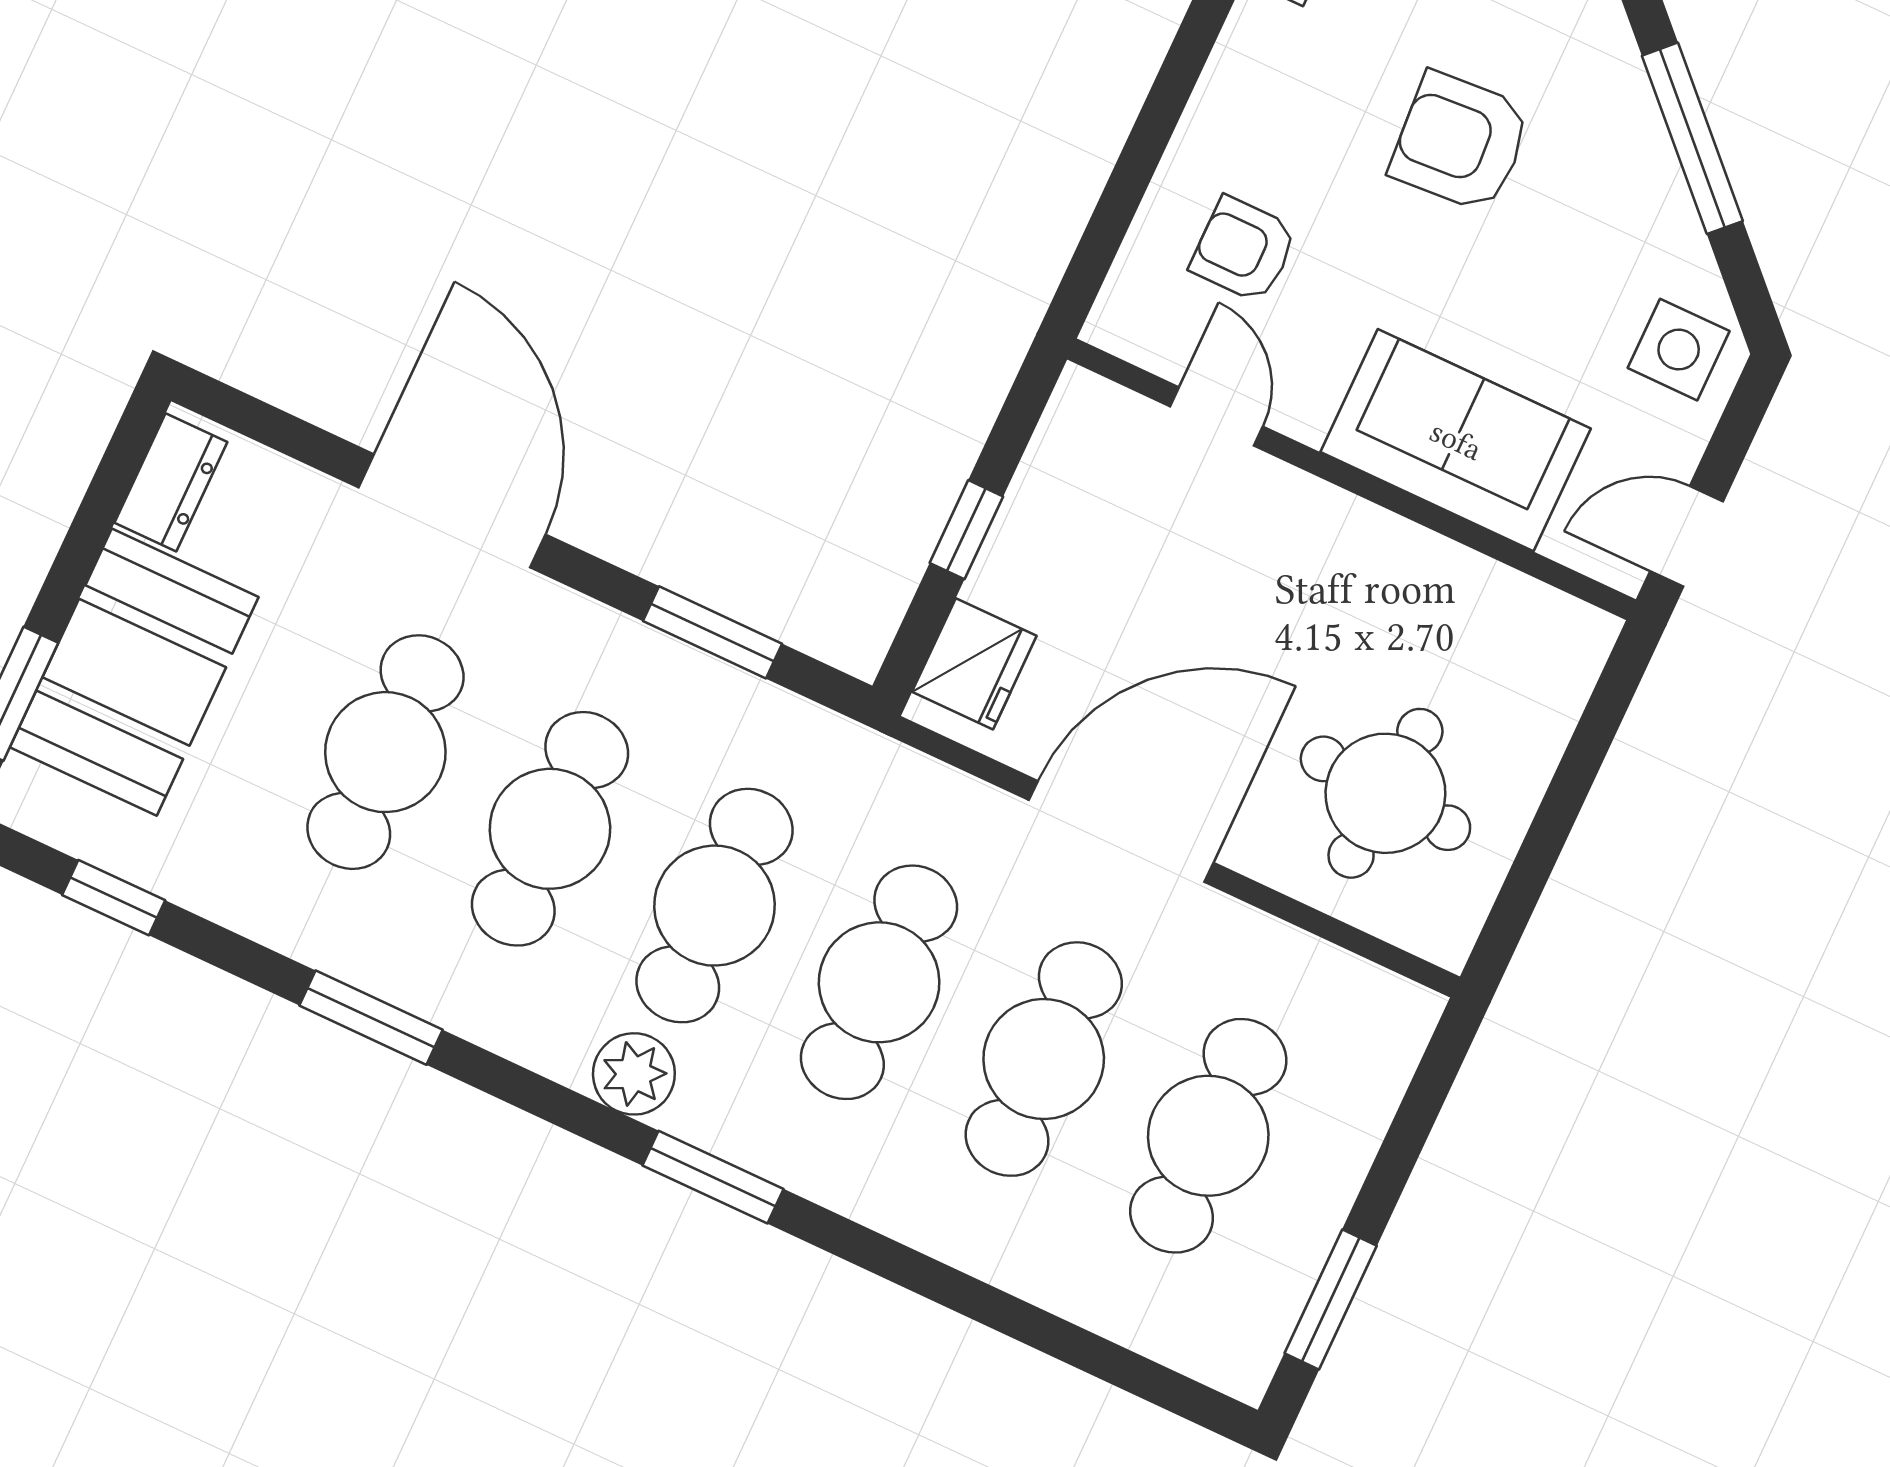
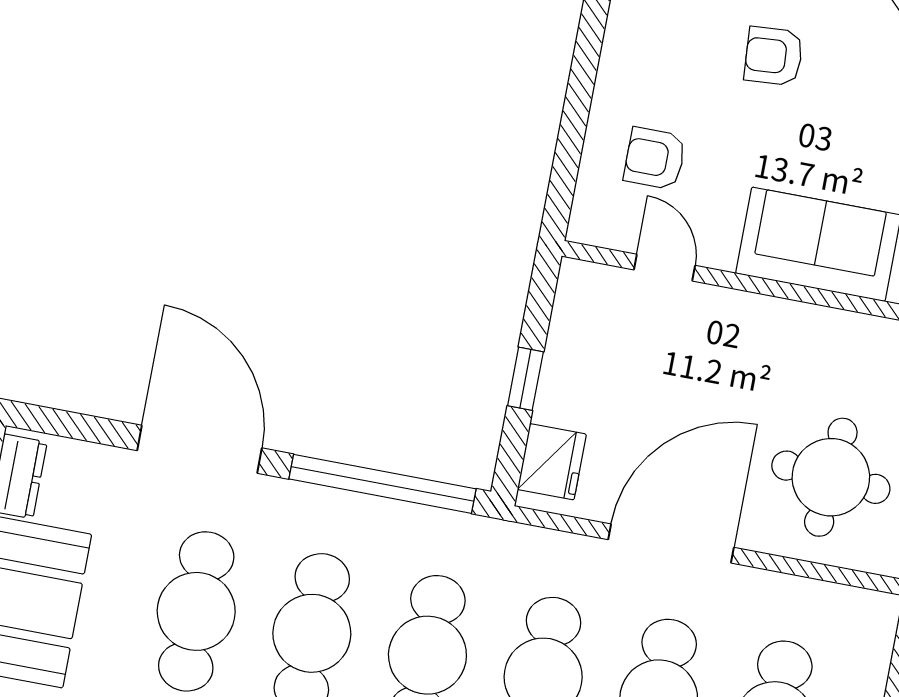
armchair: (1460, 142) -> (774, 56), width x0.72, depth x0.72
window: (712, 632) -> (382, 484), width x2.11

